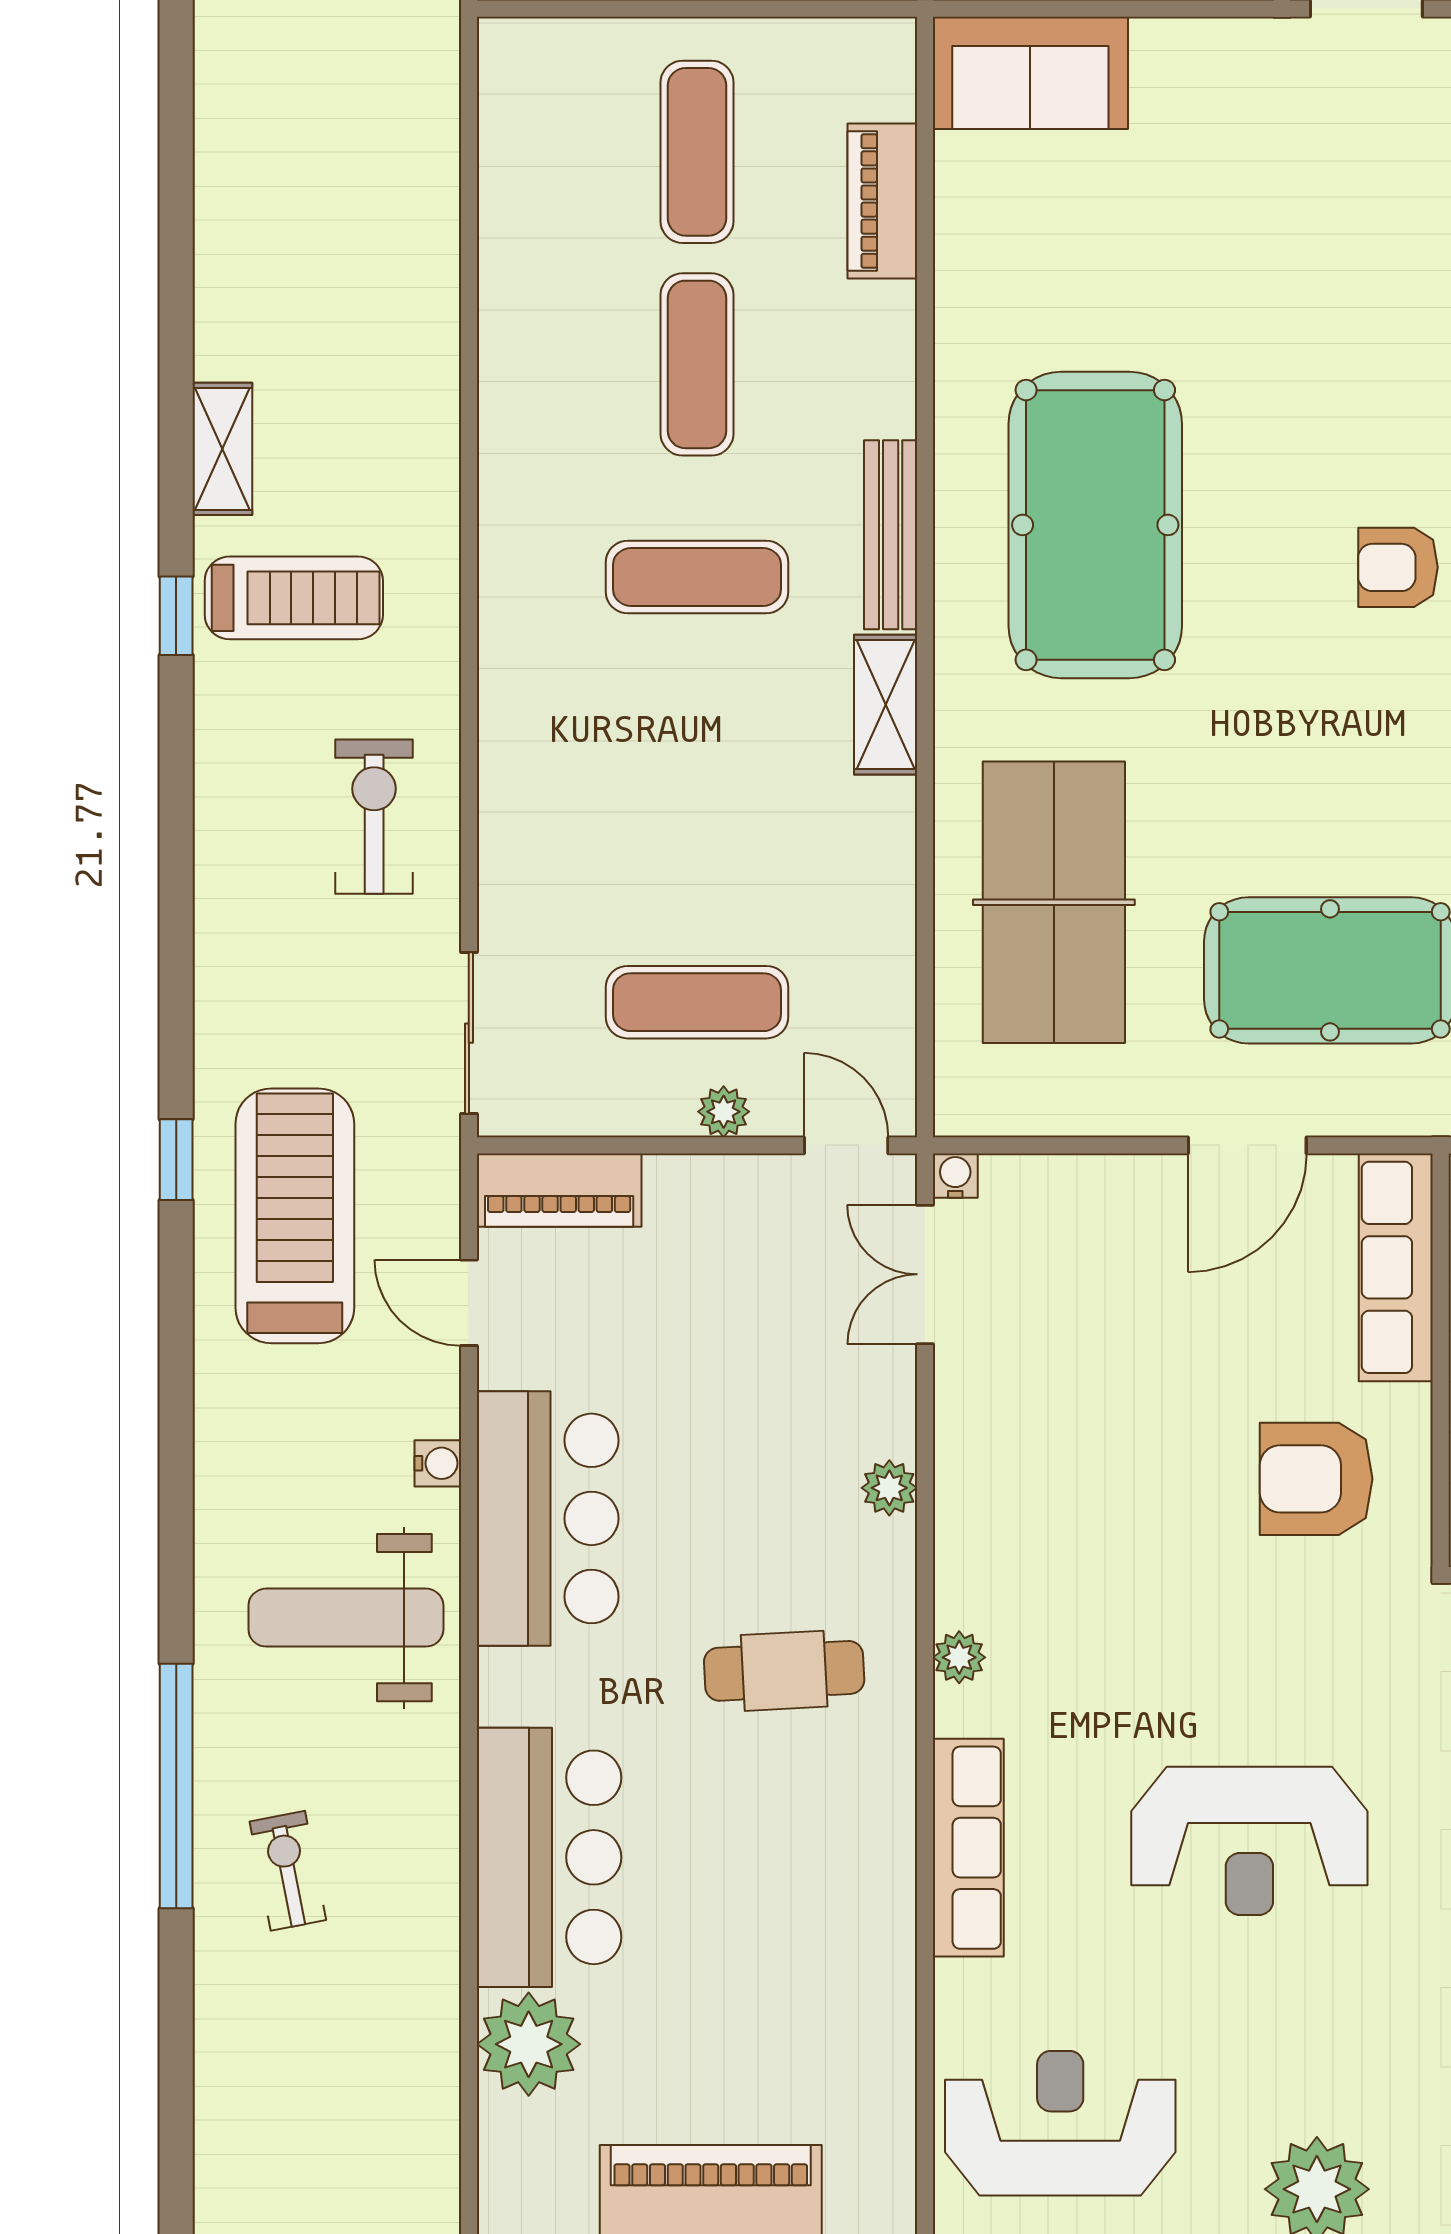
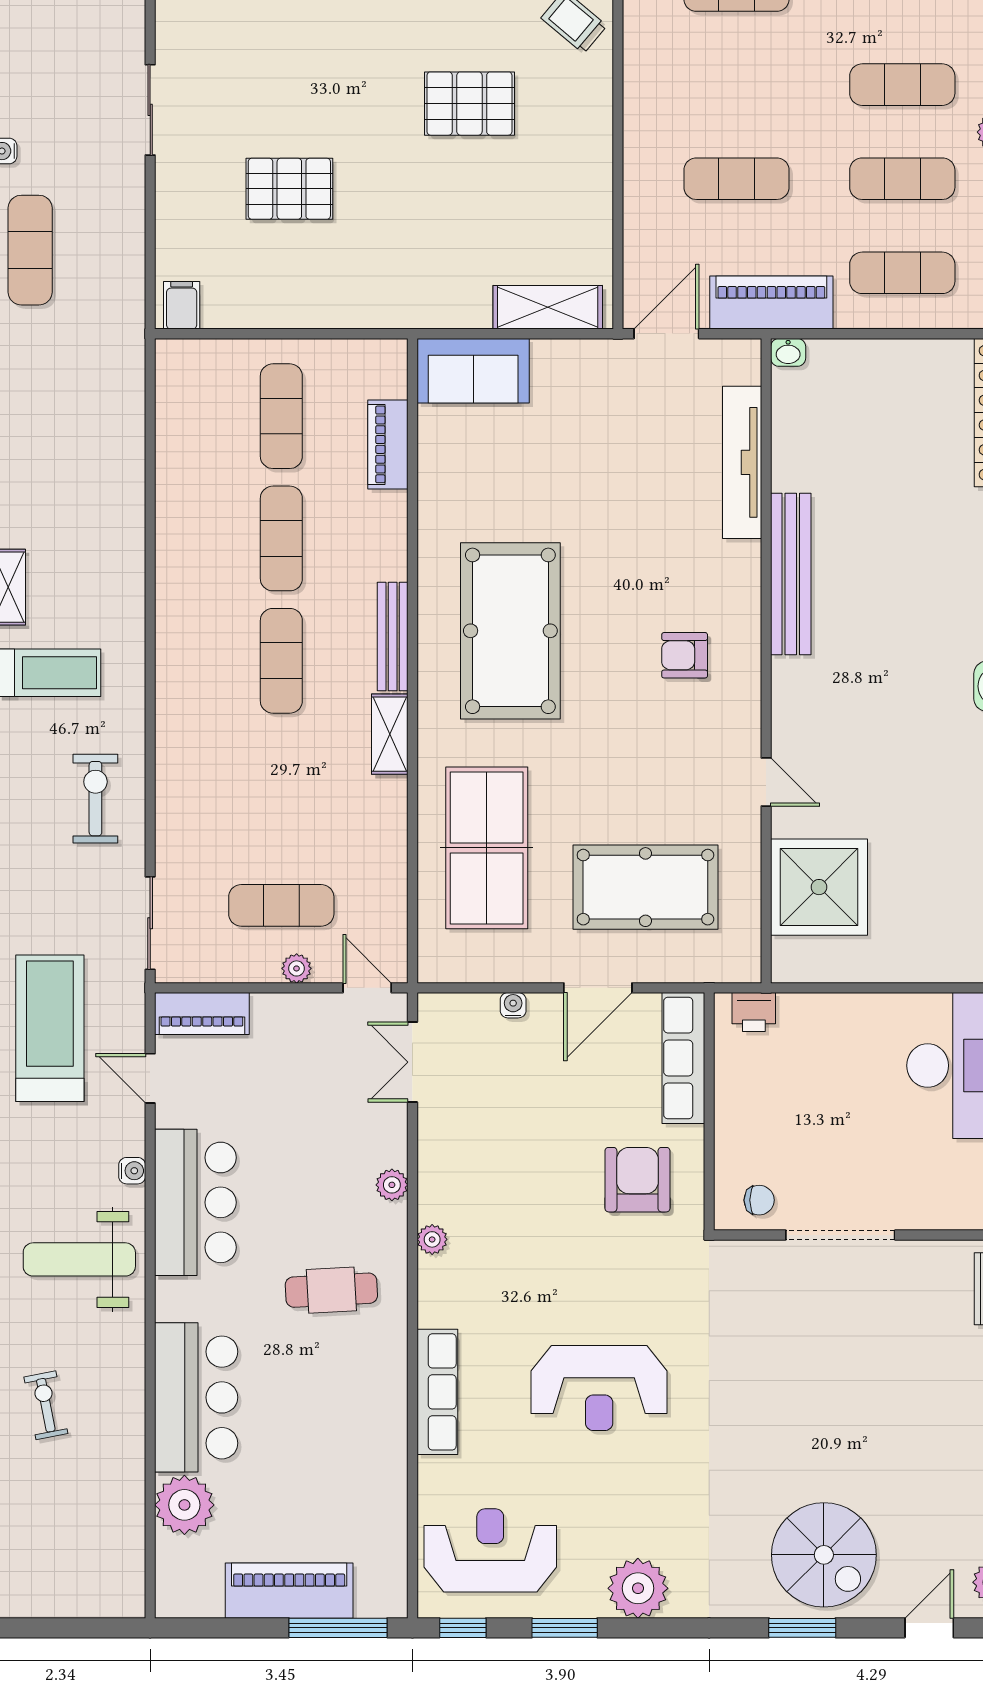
exercise mat: (697, 577) -> (281, 661), turned 90
water cooler: (955, 1176) -> (513, 1005), moved
armchair: (1316, 1479) -> (637, 1180), turned 90
plant: (959, 1657) -> (432, 1239), moved

